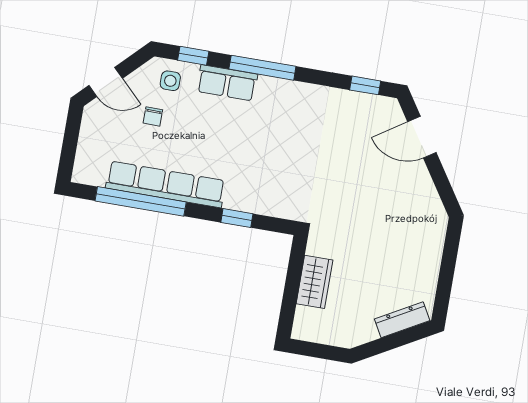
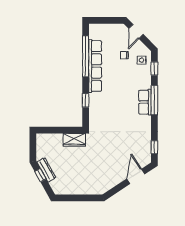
row of seats: (227, 83) -> (145, 102), moved
wardrobe: (314, 282) -> (74, 140), moved
dresser: (402, 320) -> (46, 170), moved
window: (383, 345) -> (40, 175), added

